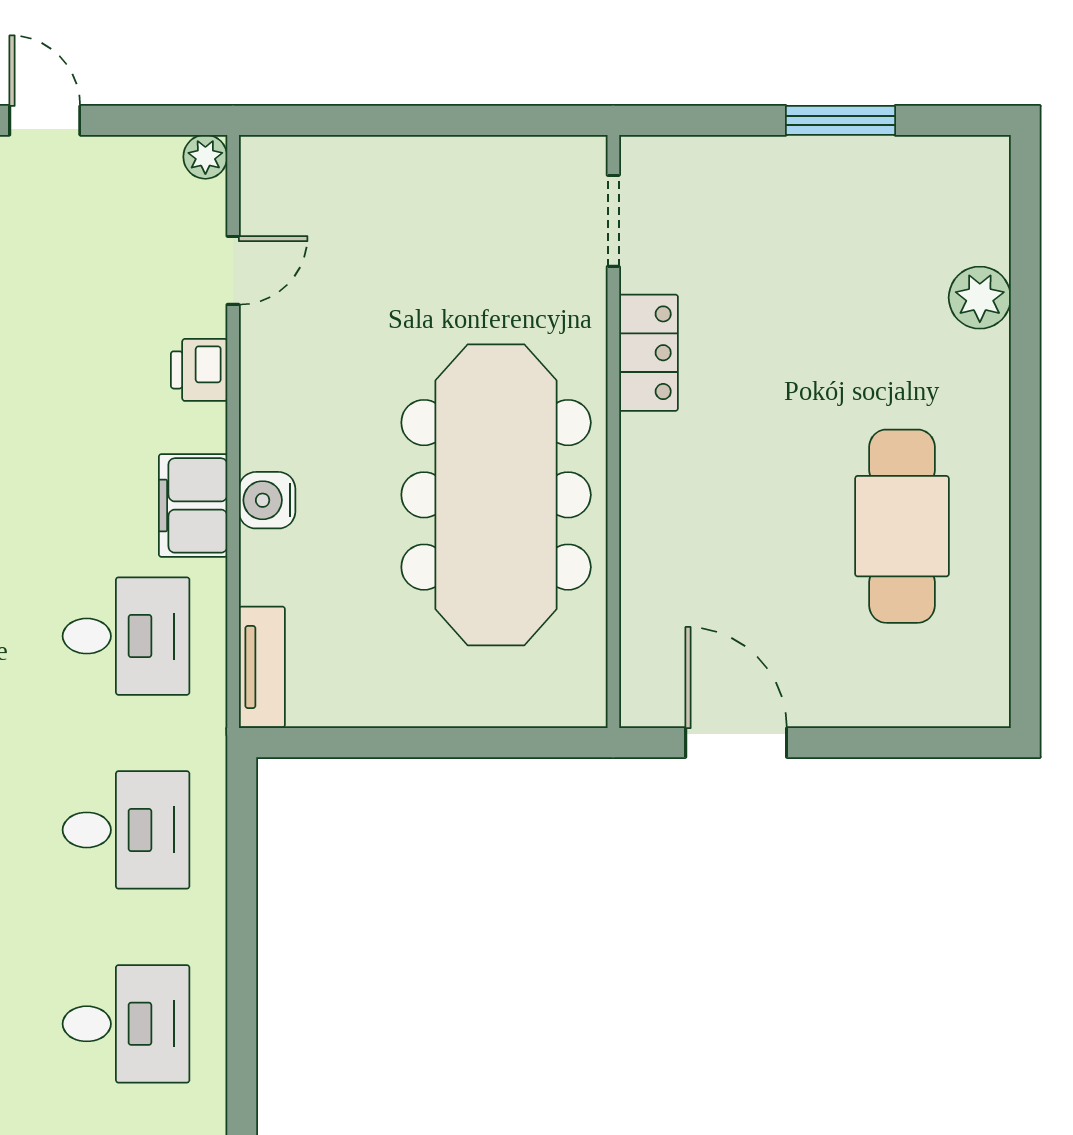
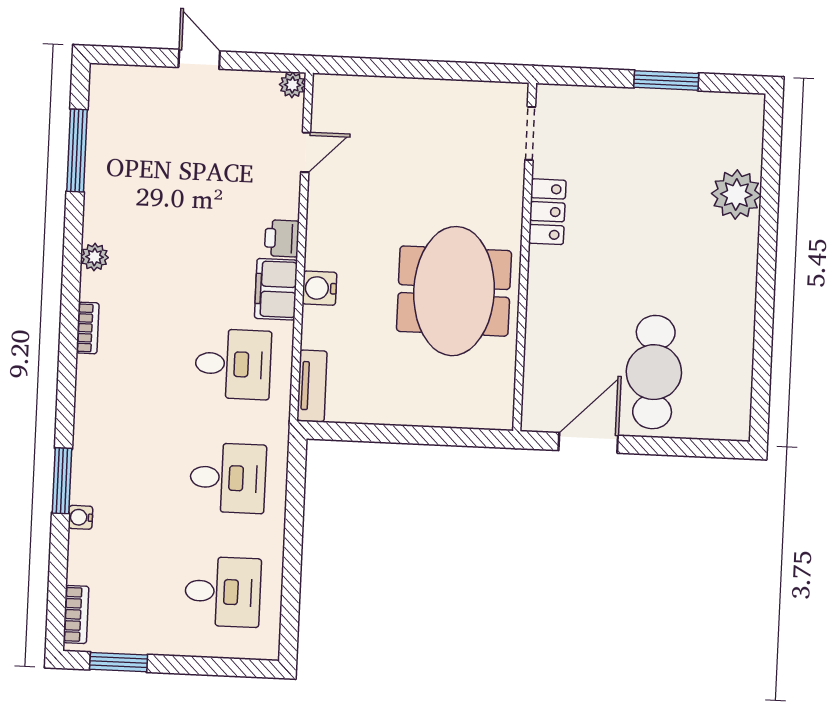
plant: (980, 298) -> (736, 195), width x1.36, depth x1.36
printer: (199, 370) -> (282, 238), moved
meeting table: (496, 495) -> (454, 291), width x0.73
cafe table: (902, 526) -> (654, 372), moved
door: (736, 743) -> (588, 443), hinge flipped

